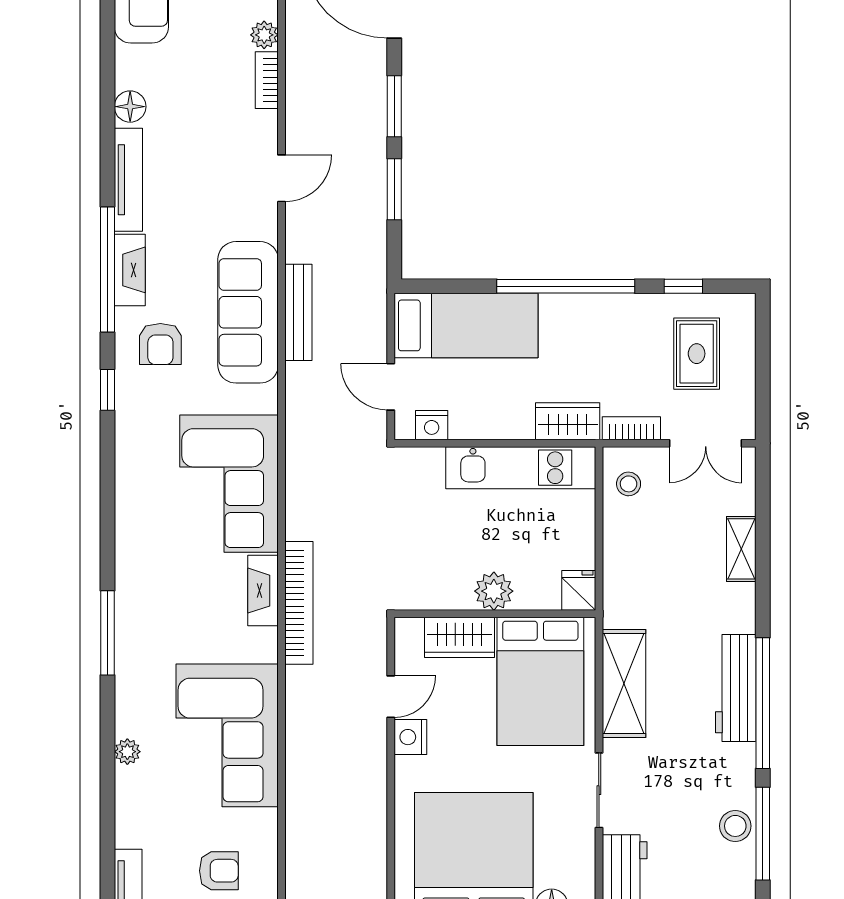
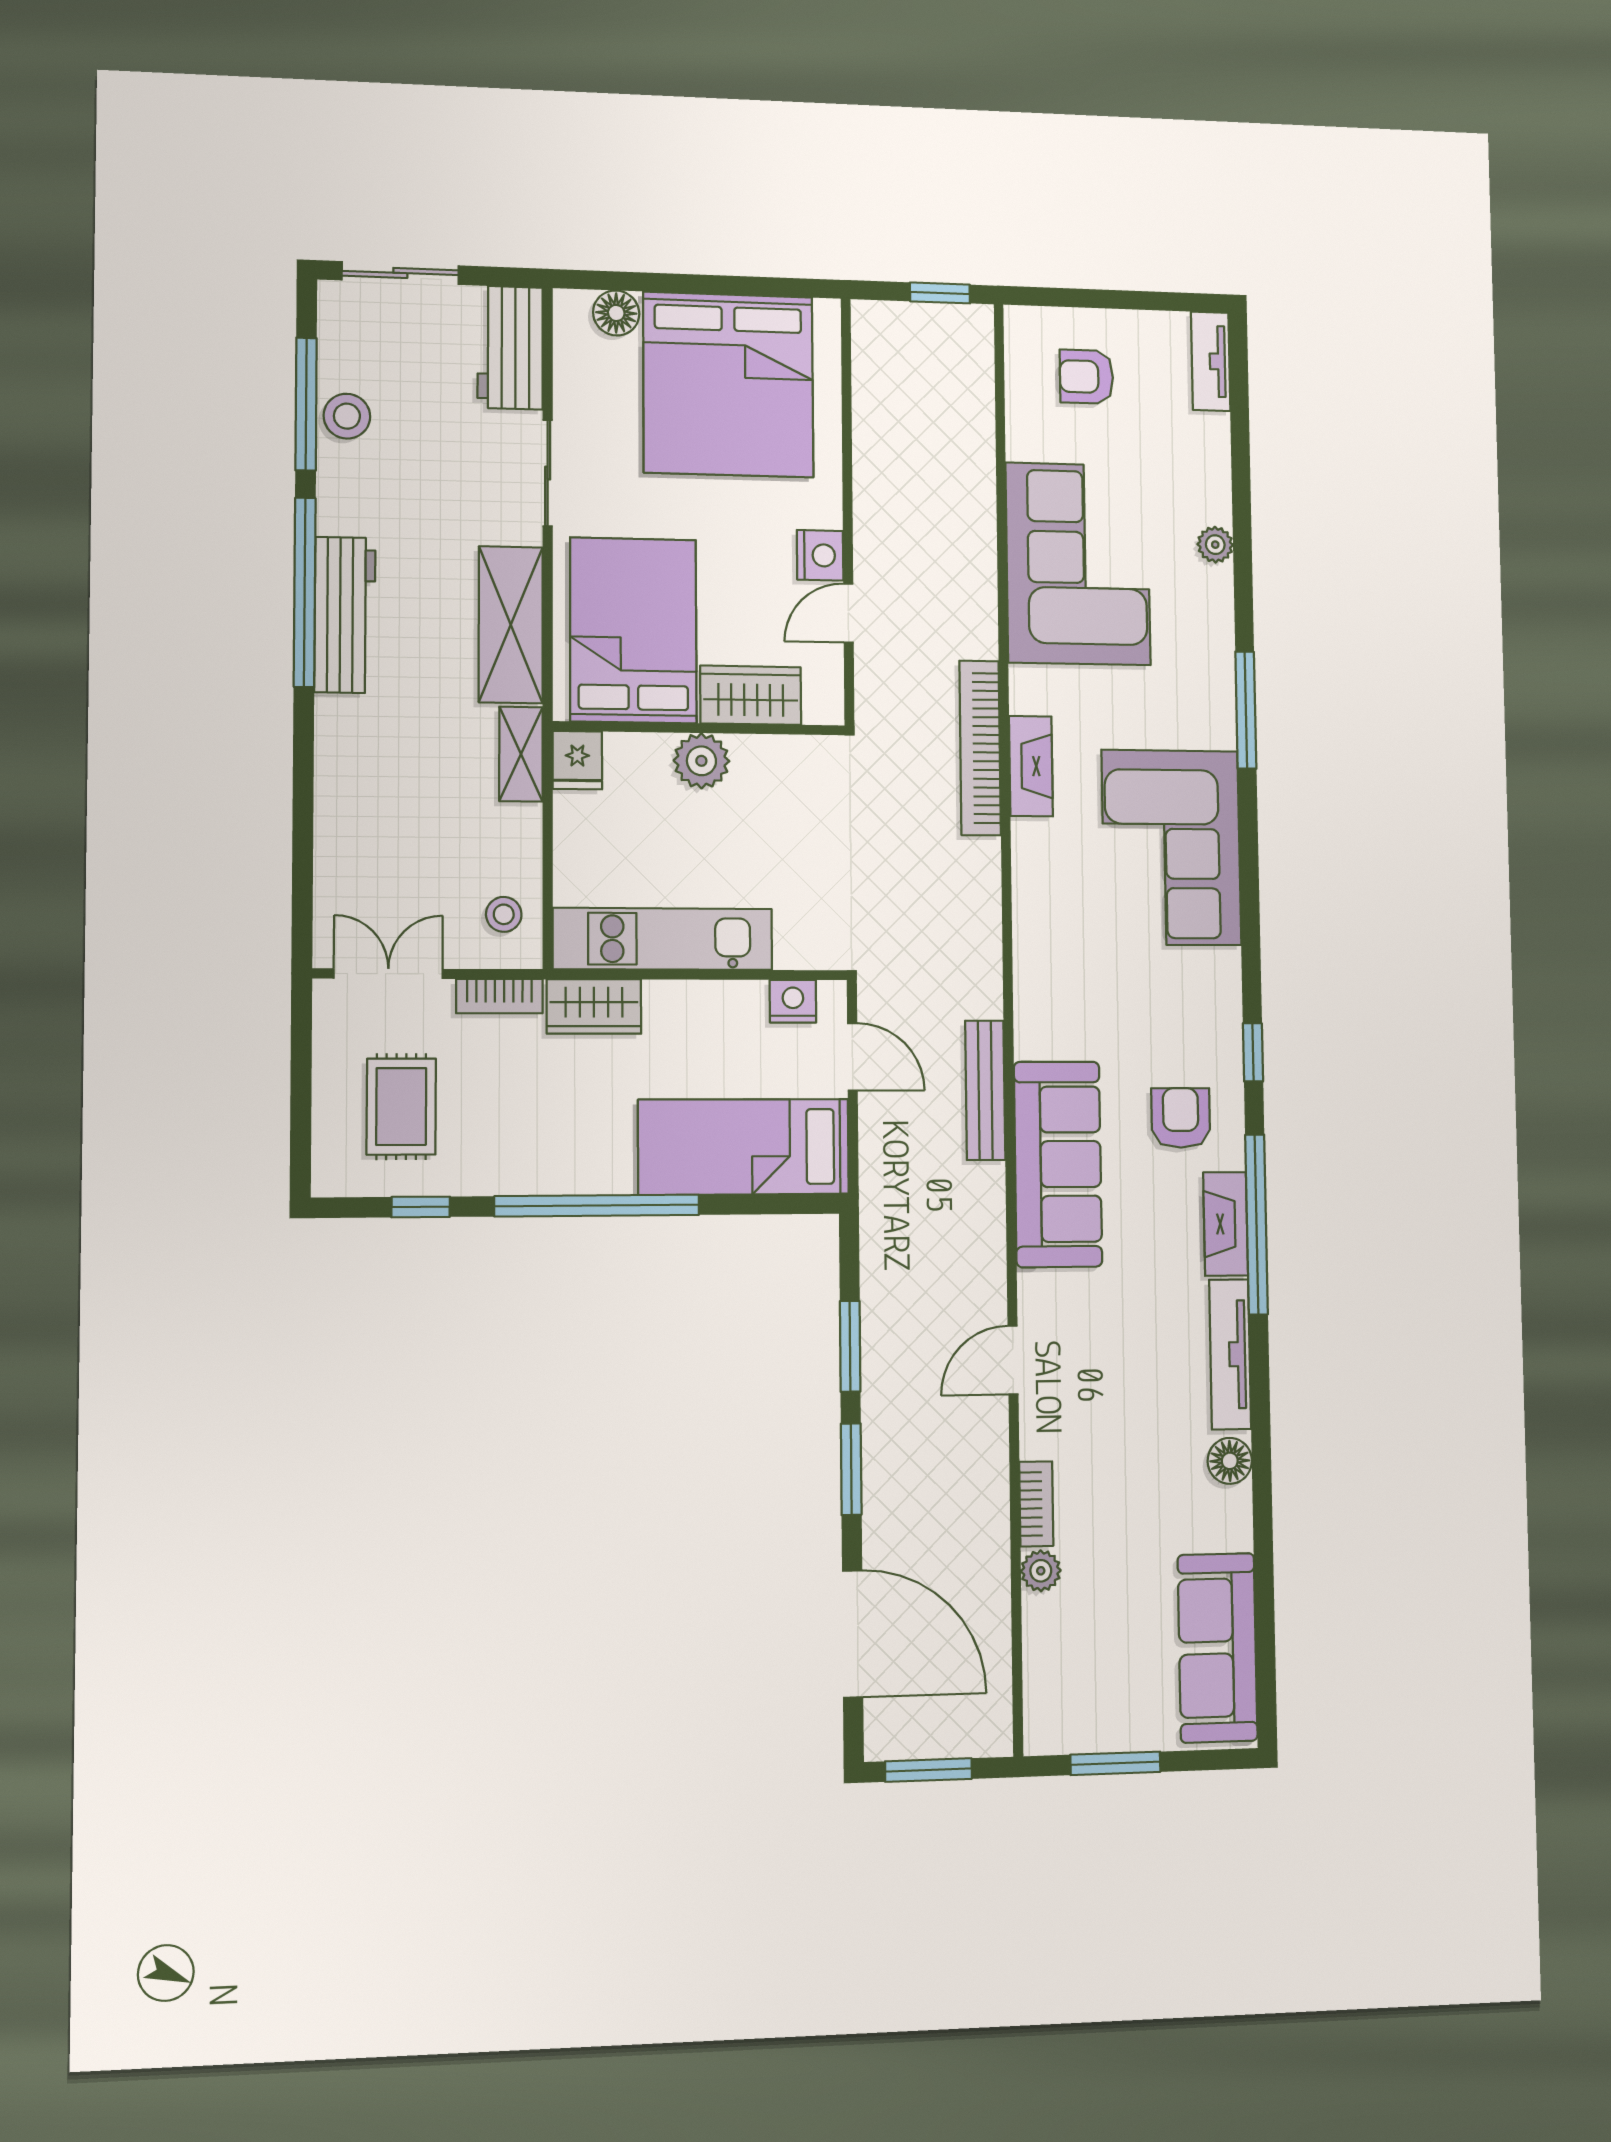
bench: (298, 312) -> (985, 1090), moved
corner sofa: (229, 484) -> (1171, 847), moved, turned 180
shelving: (741, 549) -> (521, 754), moved

